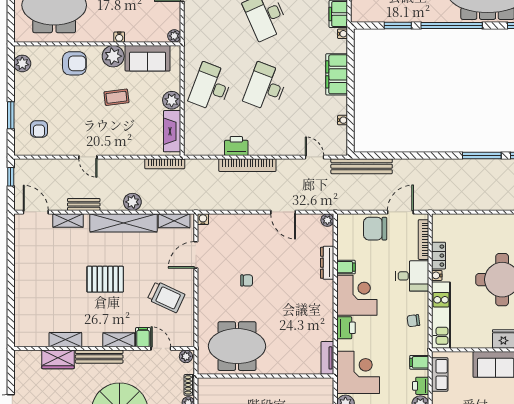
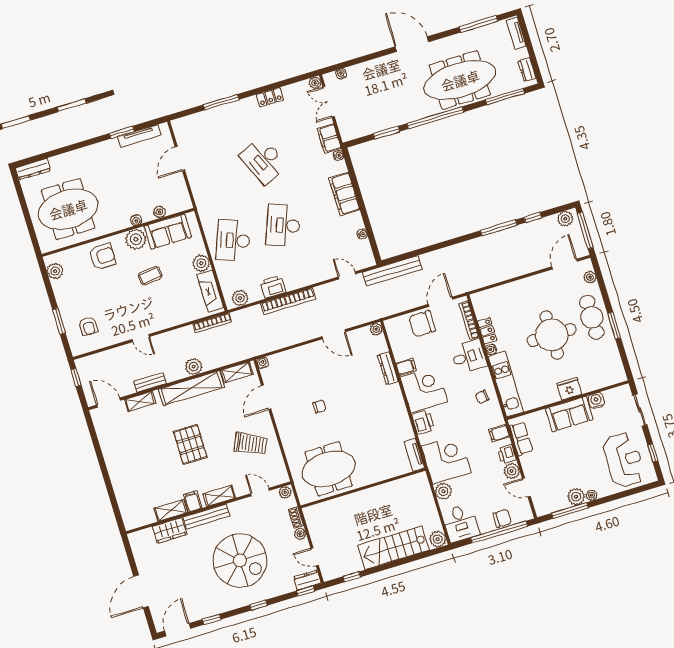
plant: (174, 36) -> (159, 212), moved
plant: (200, 147) -> (240, 298), added
pallet: (105, 279) -> (190, 444), turned 90
filing cabinet: (143, 337) -> (193, 501), moved

